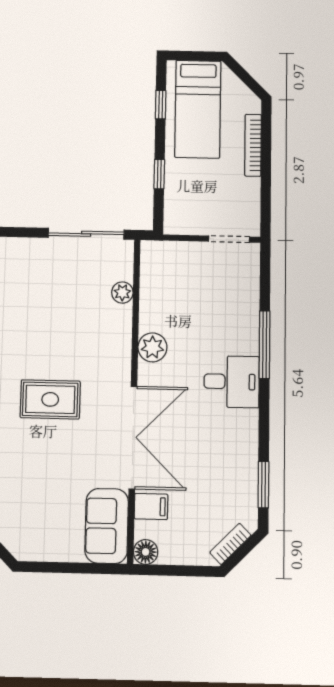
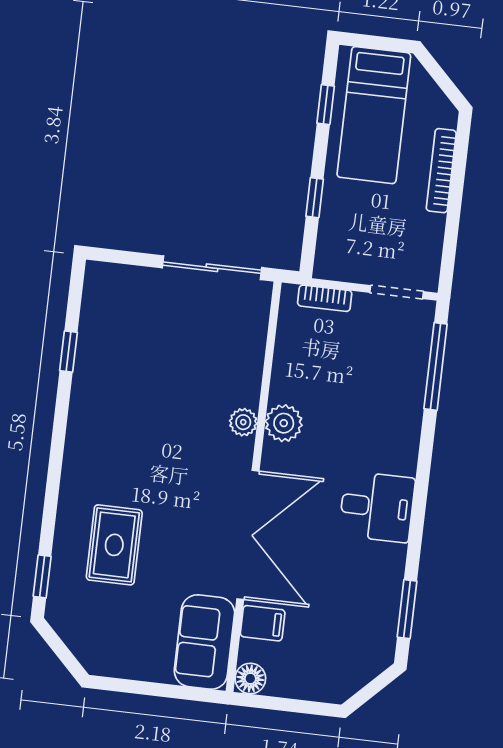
plant: (122, 293) -> (243, 422), moved
window: (265, 345) -> (436, 366), moved
desk: (232, 382) -> (377, 507), moved
rug: (50, 399) -> (114, 545), moved, turned 90
bookcase: (230, 544) -> (325, 298), moved, turned -135

